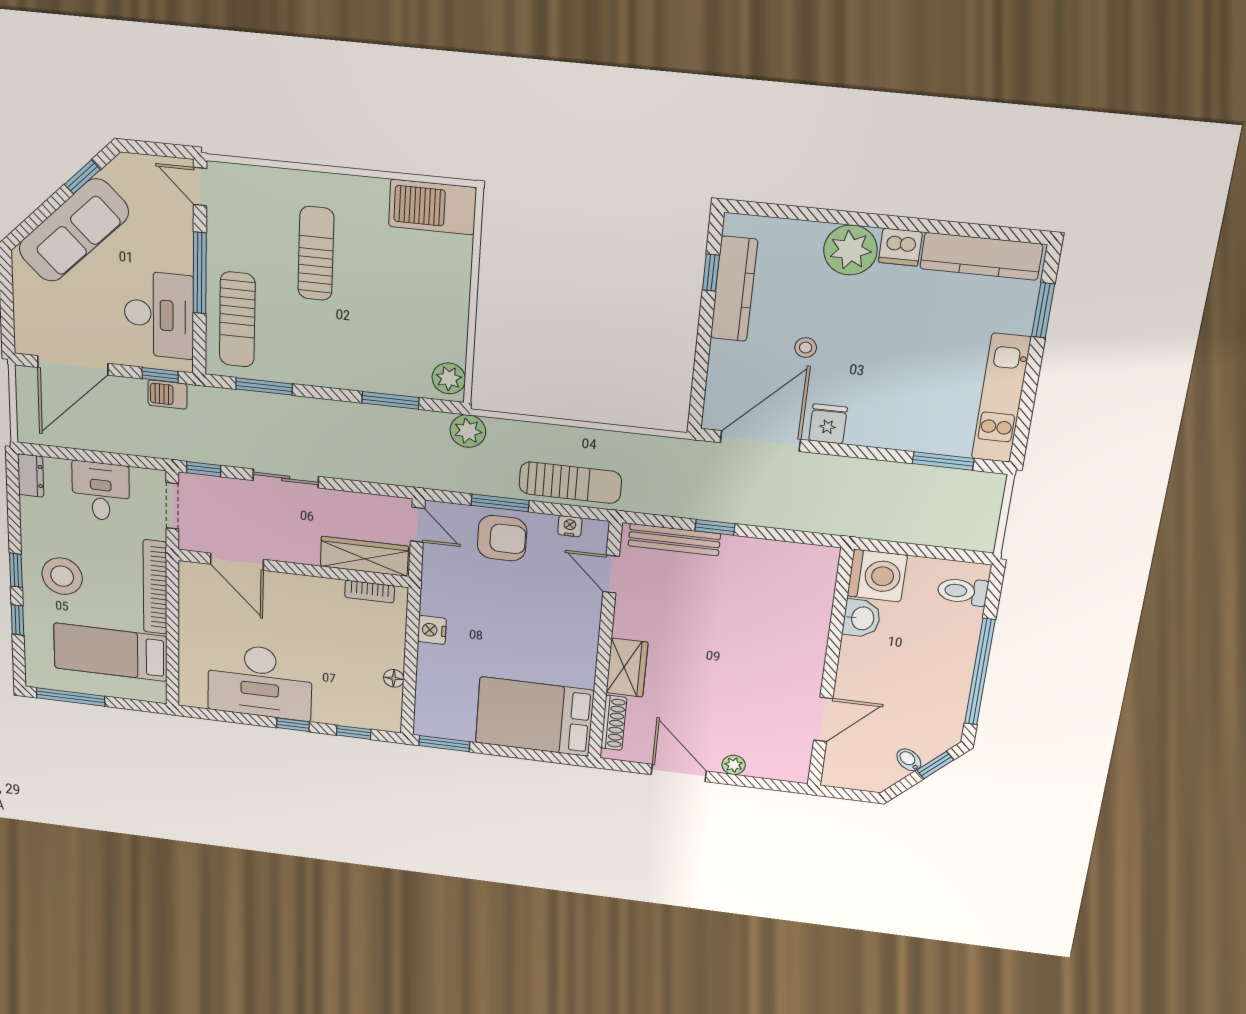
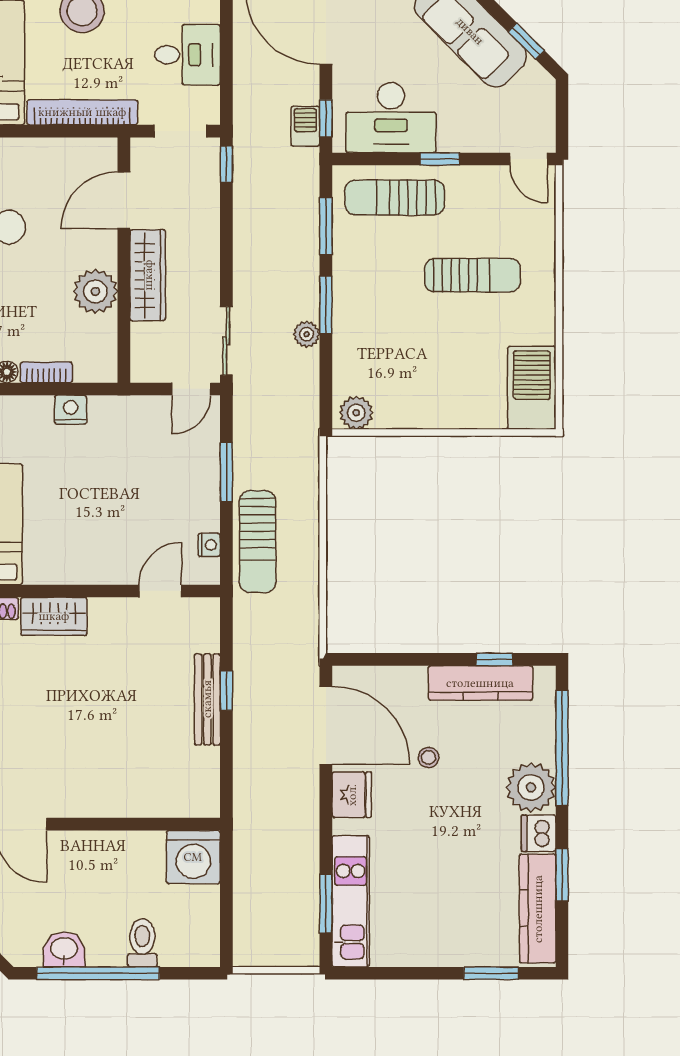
door: (200, 187) -> (529, 159), swing flipped
window: (812, 214) -> (562, 748), added
window: (949, 228) -> (562, 875), added
window: (200, 273) -> (440, 159), width x0.46
kitchen unit: (1001, 398) -> (351, 901), moved, turned 90
window: (391, 400) -> (326, 305), moved
fridge: (828, 424) -> (352, 795), width x1.38
plant: (468, 431) -> (307, 334), moved, width x0.73, depth x0.73
sliding door: (286, 478) -> (226, 341), moved
armchair: (502, 538) -> (187, 477), removed
bench: (674, 540) -> (207, 699), moved
wardrobe: (364, 556) -> (148, 275), moved
toilet: (963, 591) -> (142, 943), moved
bookcase: (370, 592) -> (46, 372), moved, turned 90
plant: (322, 596) -> (95, 291), added
washbasin: (862, 618) -> (64, 949), moved, turned 180

